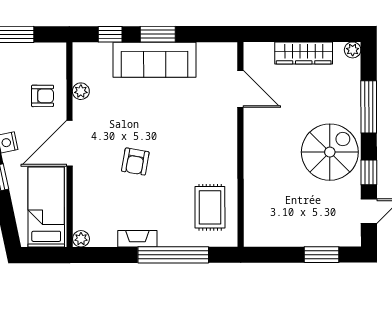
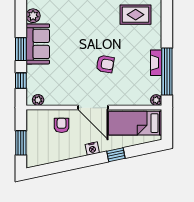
plant: (208, 53) -> (33, 16), added
sofa: (155, 60) -> (38, 44), width x0.73
plant: (81, 91) -> (38, 100), moved
window: (173, 255) -> (167, 72), moved

